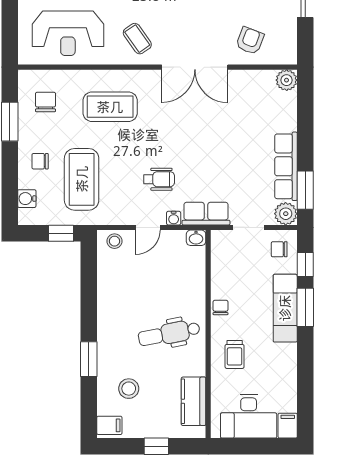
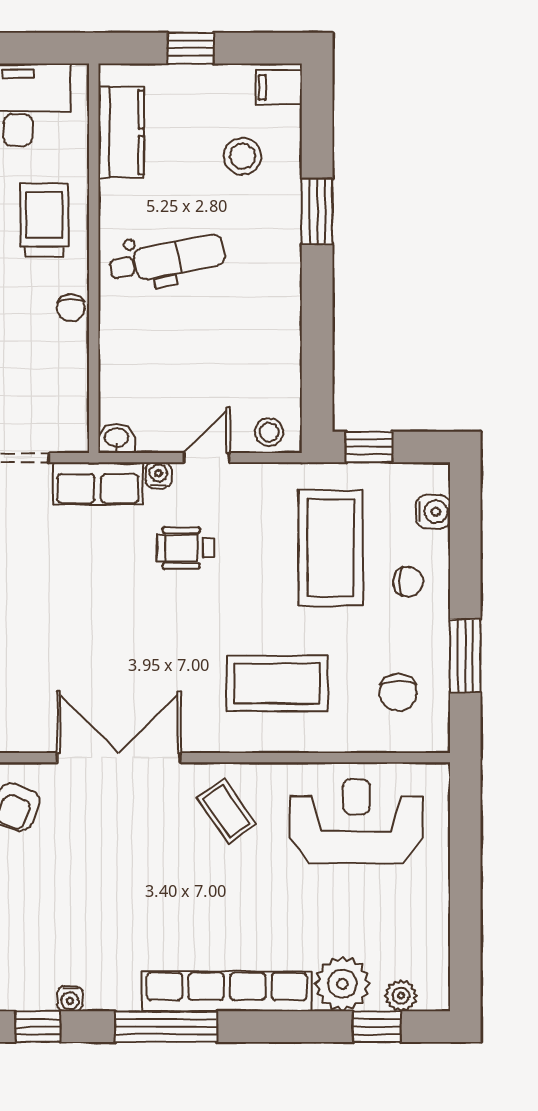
trolley: (235, 354) -> (44, 220), width x1.36, depth x1.39

